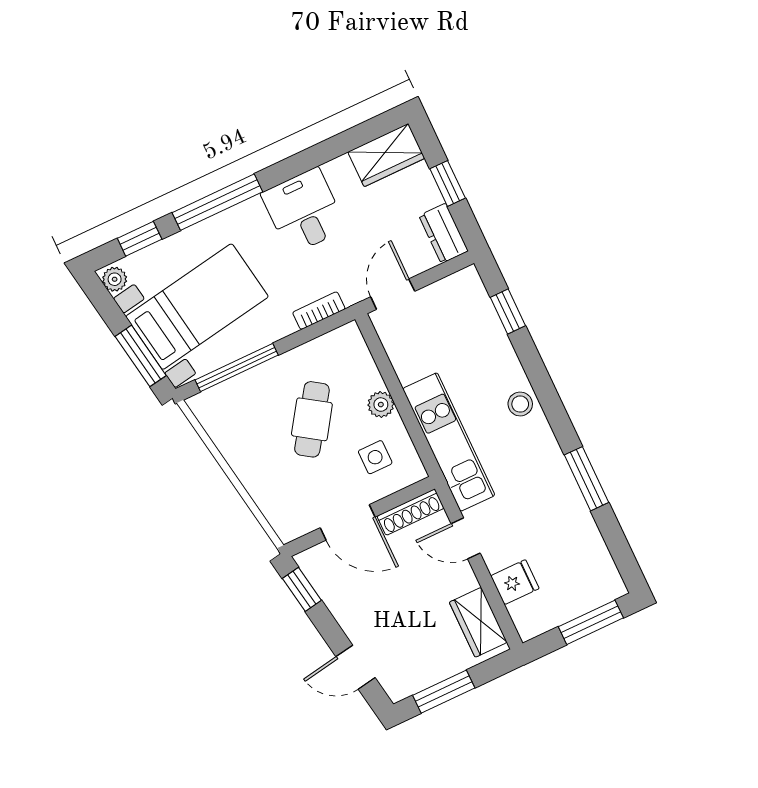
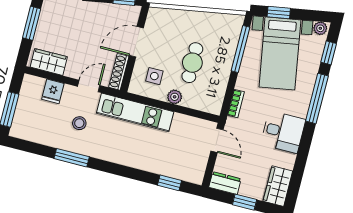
window: (141, 356) -> (279, 13), width x0.67
stool: (520, 404) -> (79, 123), moved
cafe table: (312, 419) -> (192, 63), turned 56

